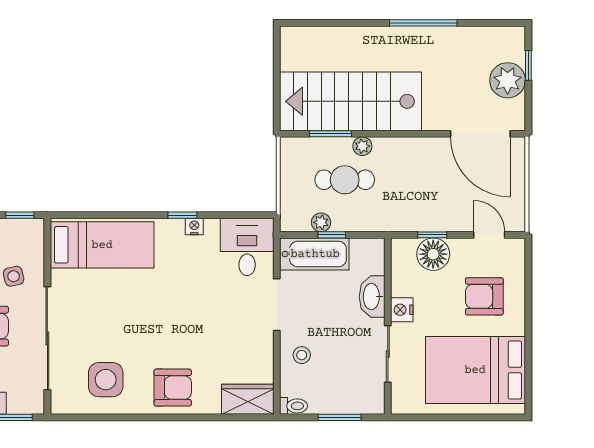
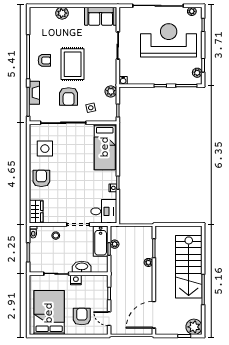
plant: (508, 80) -> (194, 327), moved
stairs: (351, 101) -> (189, 267), moved, turned 180
cafe table: (345, 180) -> (134, 255), removed
door: (489, 235) -> (109, 319), swing flipped
floor lamp: (433, 254) -> (101, 294), removed
armchair: (173, 388) -> (41, 178), turned 180

